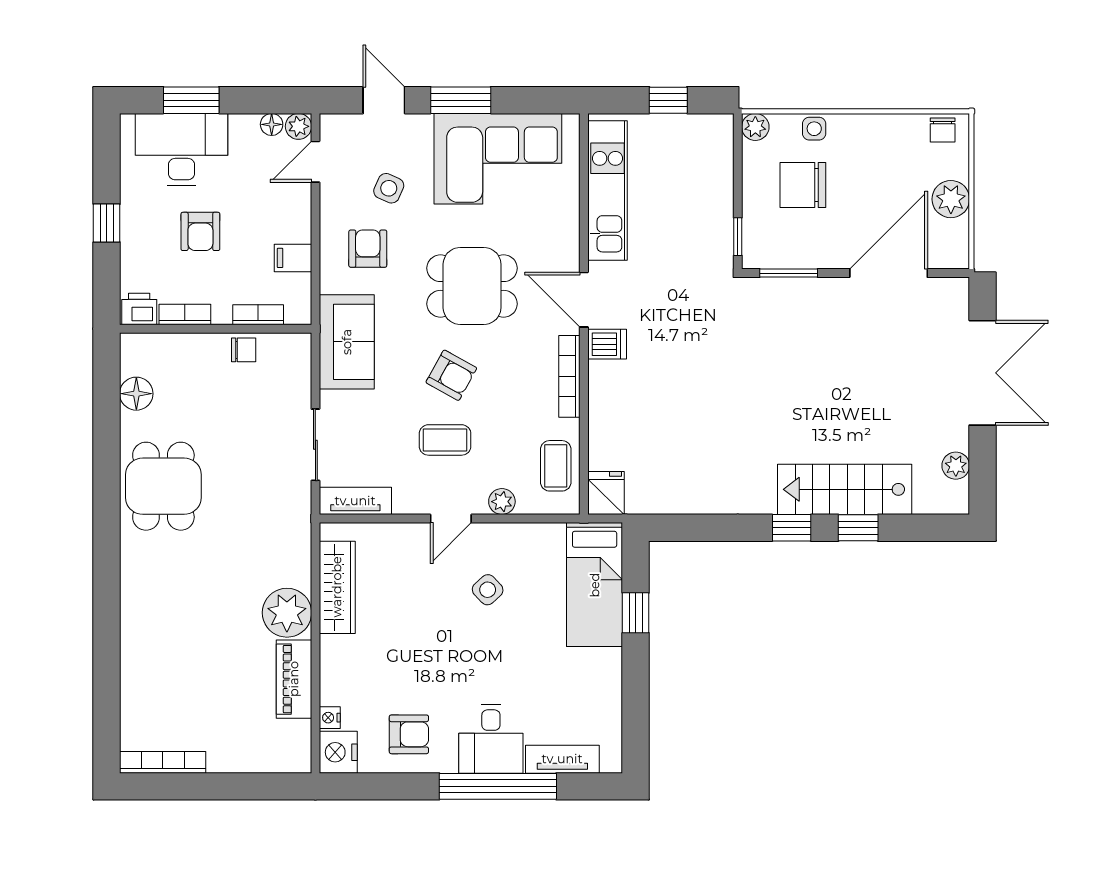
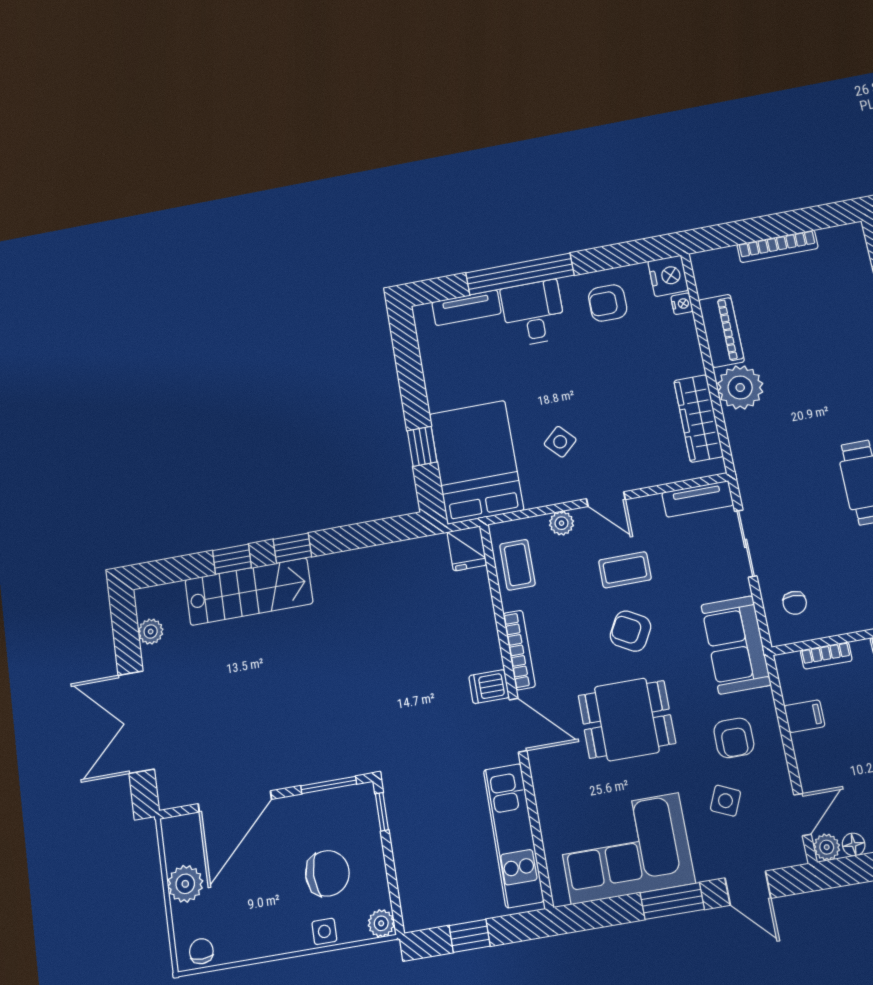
chair: (244, 350) -> (795, 603), moved, turned -90
door: (451, 519) -> (606, 499), swing flipped
bed: (595, 585) -> (476, 462), width x1.50
bookcase: (163, 762) -> (777, 246), moved

